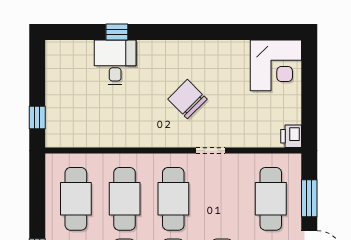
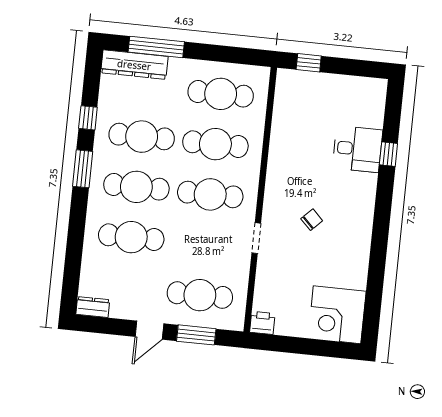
chair: (187, 99) -> (312, 220), width x0.54, depth x0.54

